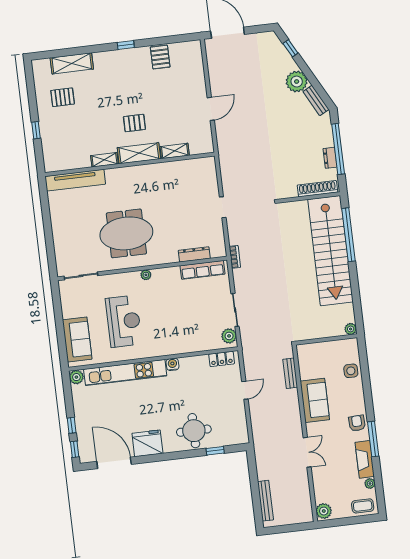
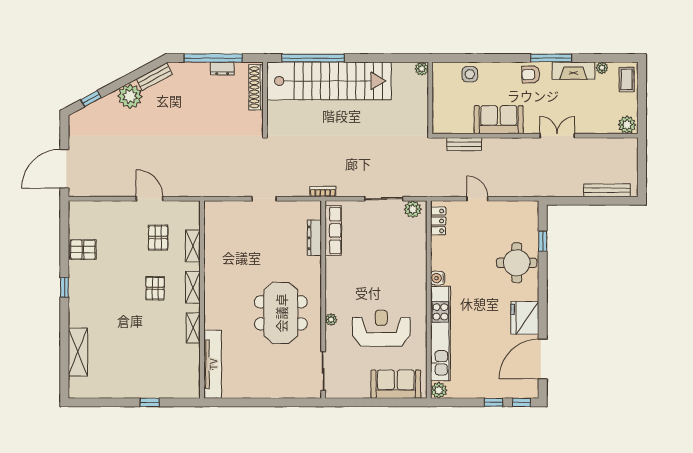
pallet: (63, 97) -> (158, 238), moved
shelving: (139, 153) -> (193, 287), width x0.67, depth x0.75
plant: (146, 275) -> (331, 320), moved

